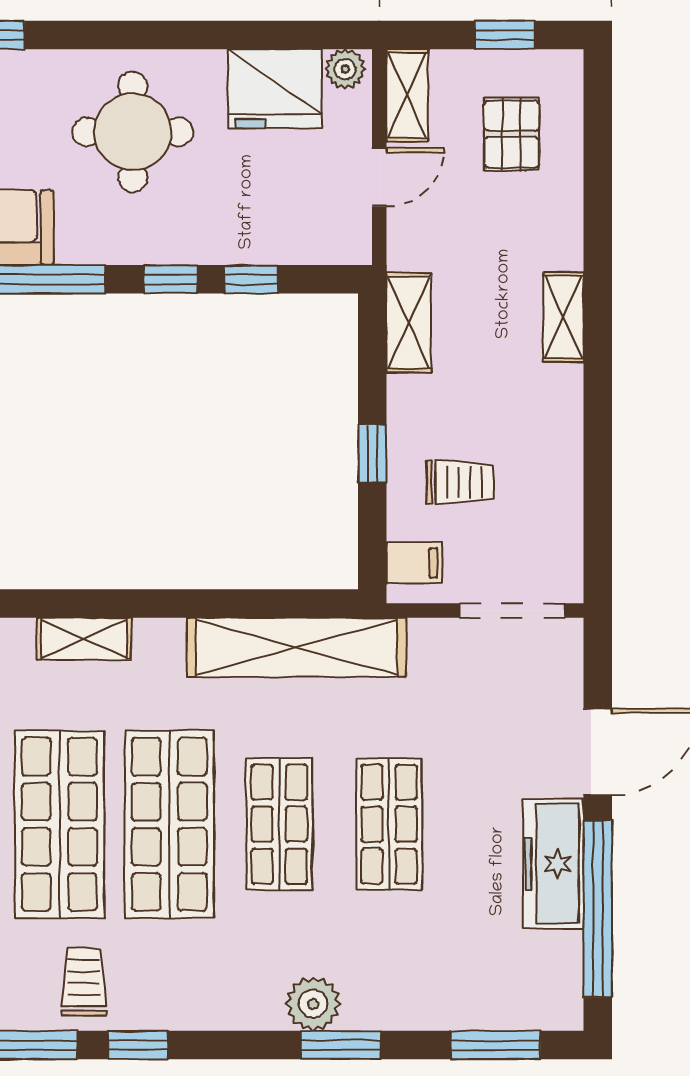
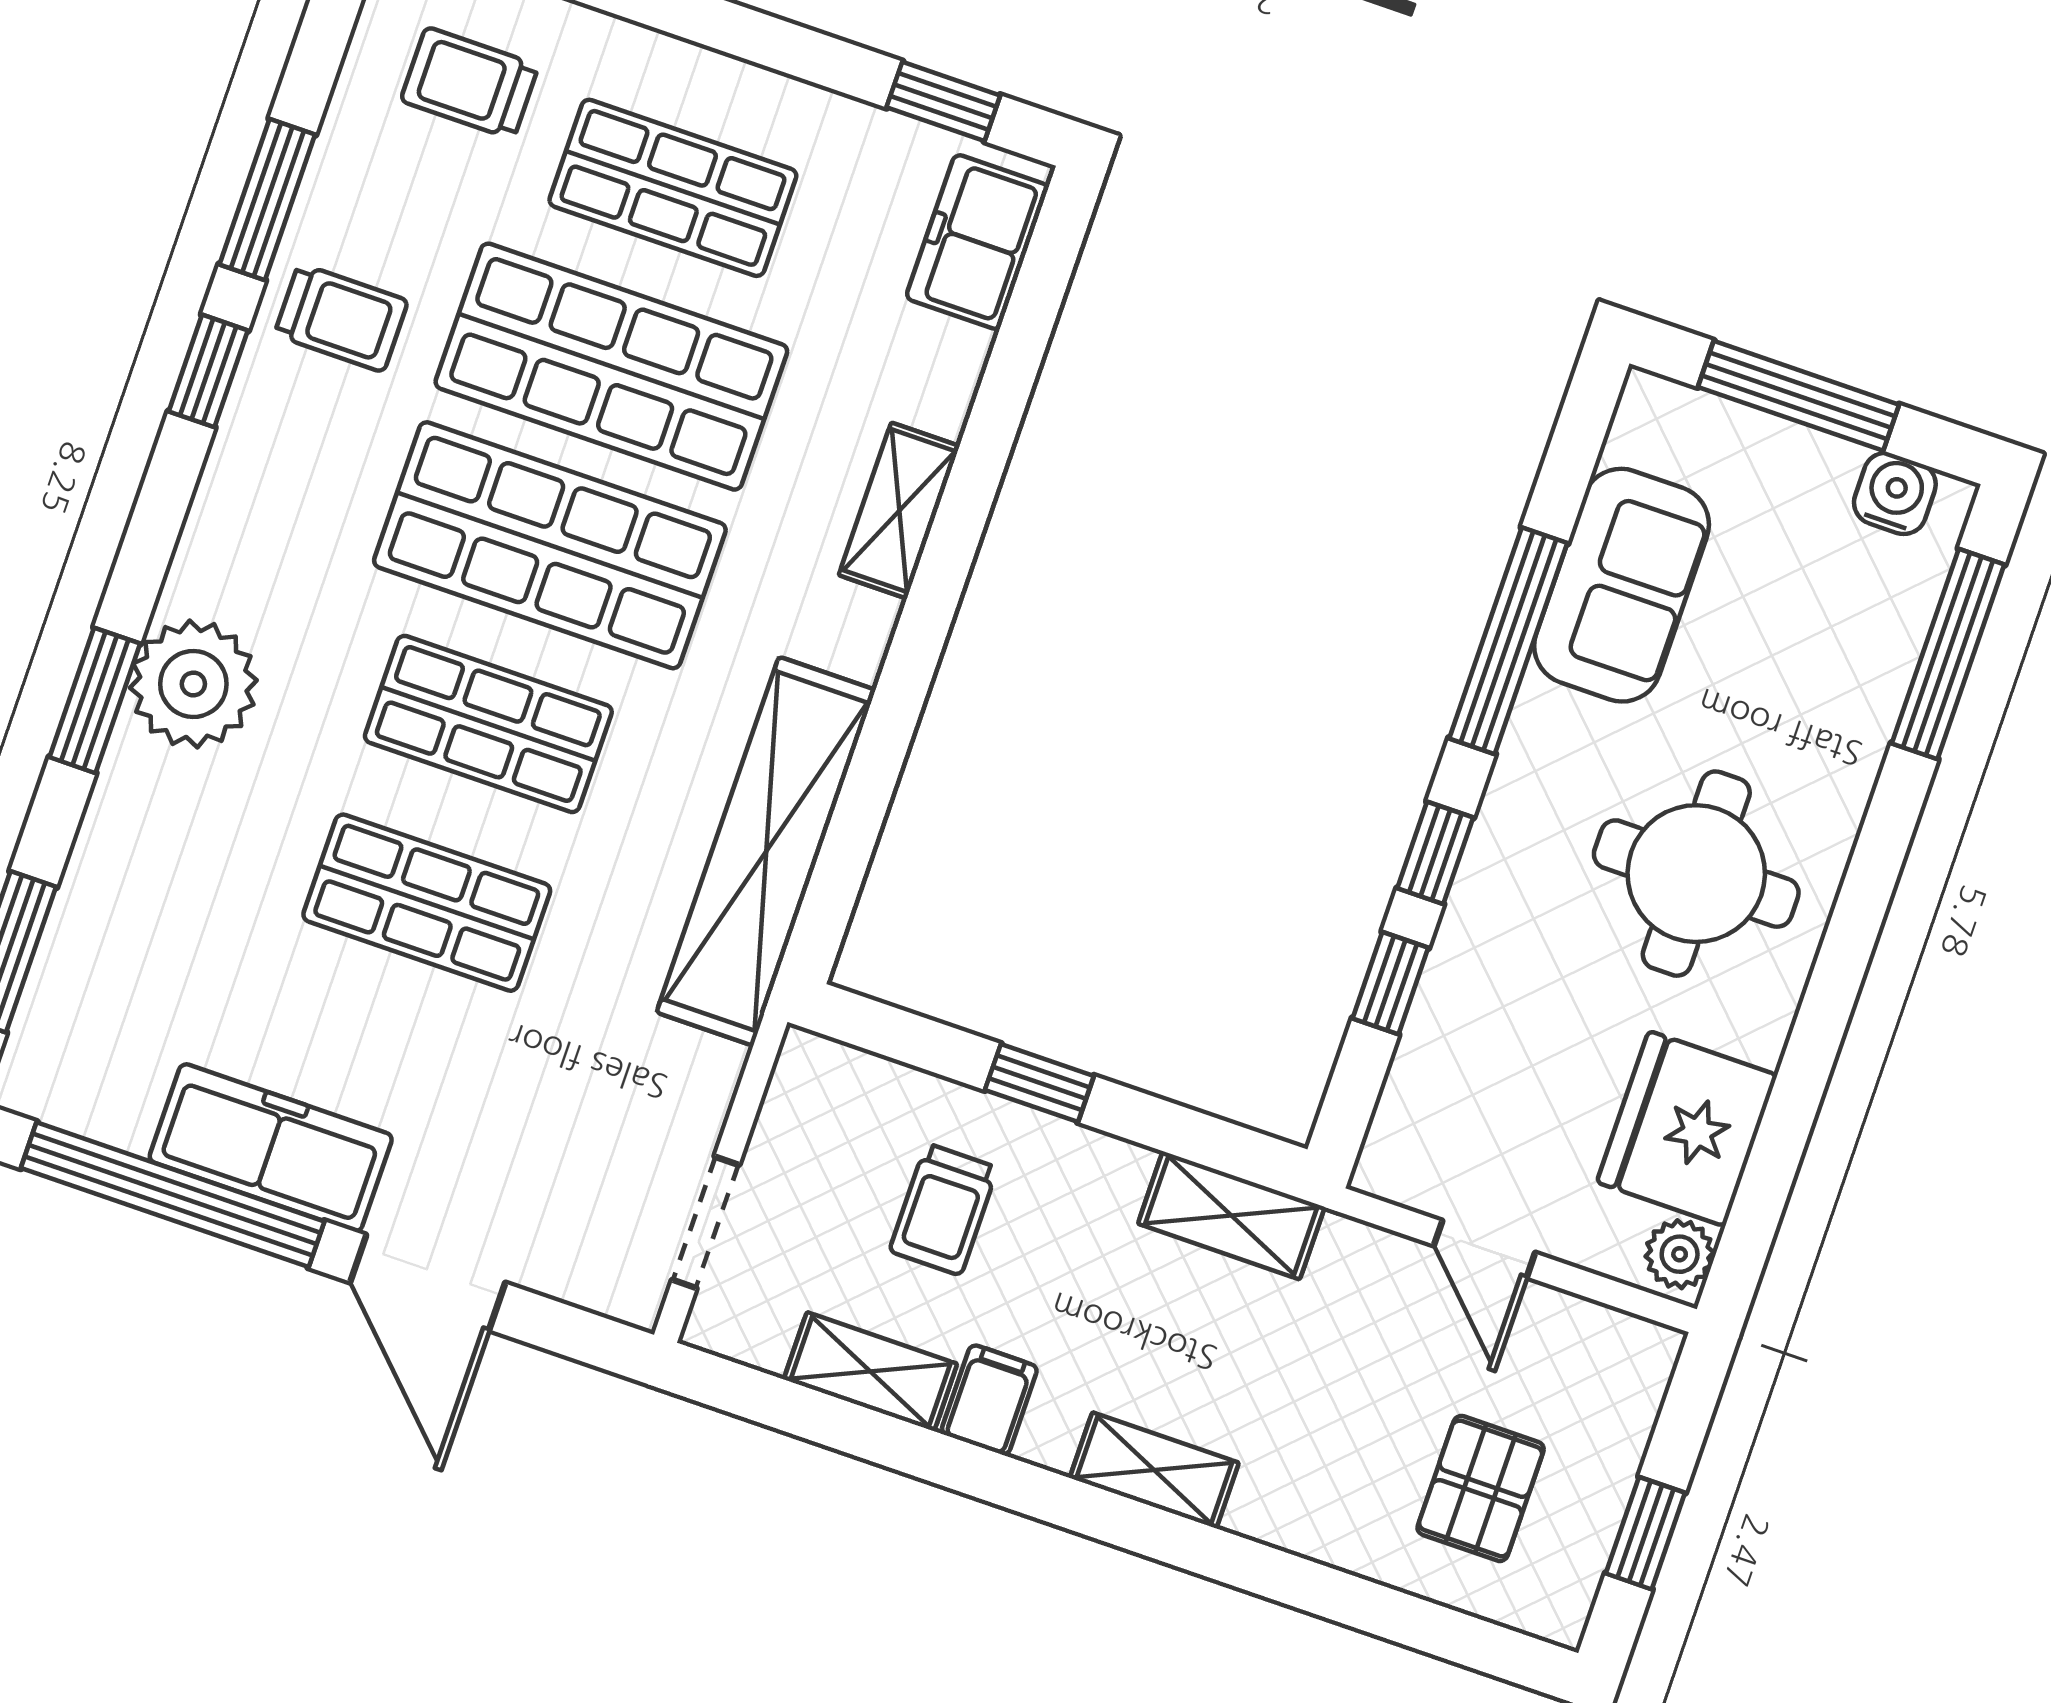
shelving: (407, 95) -> (870, 1372), moved
pallet: (512, 134) -> (1481, 1488), turned 90
filing cabinet: (414, 563) -> (989, 1400), moved, turned 180
doorway: (512, 611) -> (706, 1222), width x0.73
plant: (313, 1004) -> (193, 684), width x1.36, depth x1.36

